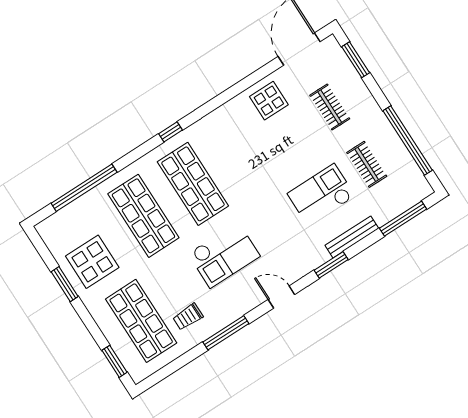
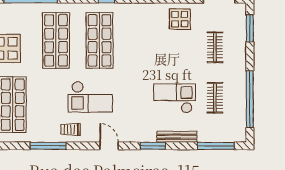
trolley: (188, 317) -> (70, 129), moved
window: (226, 333) -> (48, 146), moved

